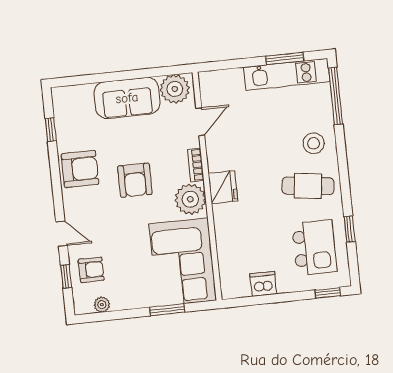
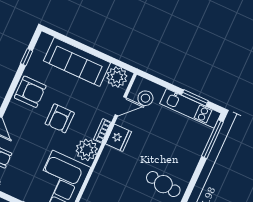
sofa: (127, 98) -> (77, 62), width x1.36
stool: (314, 143) -> (145, 98), moved
fridge: (223, 187) -> (118, 138), moved

